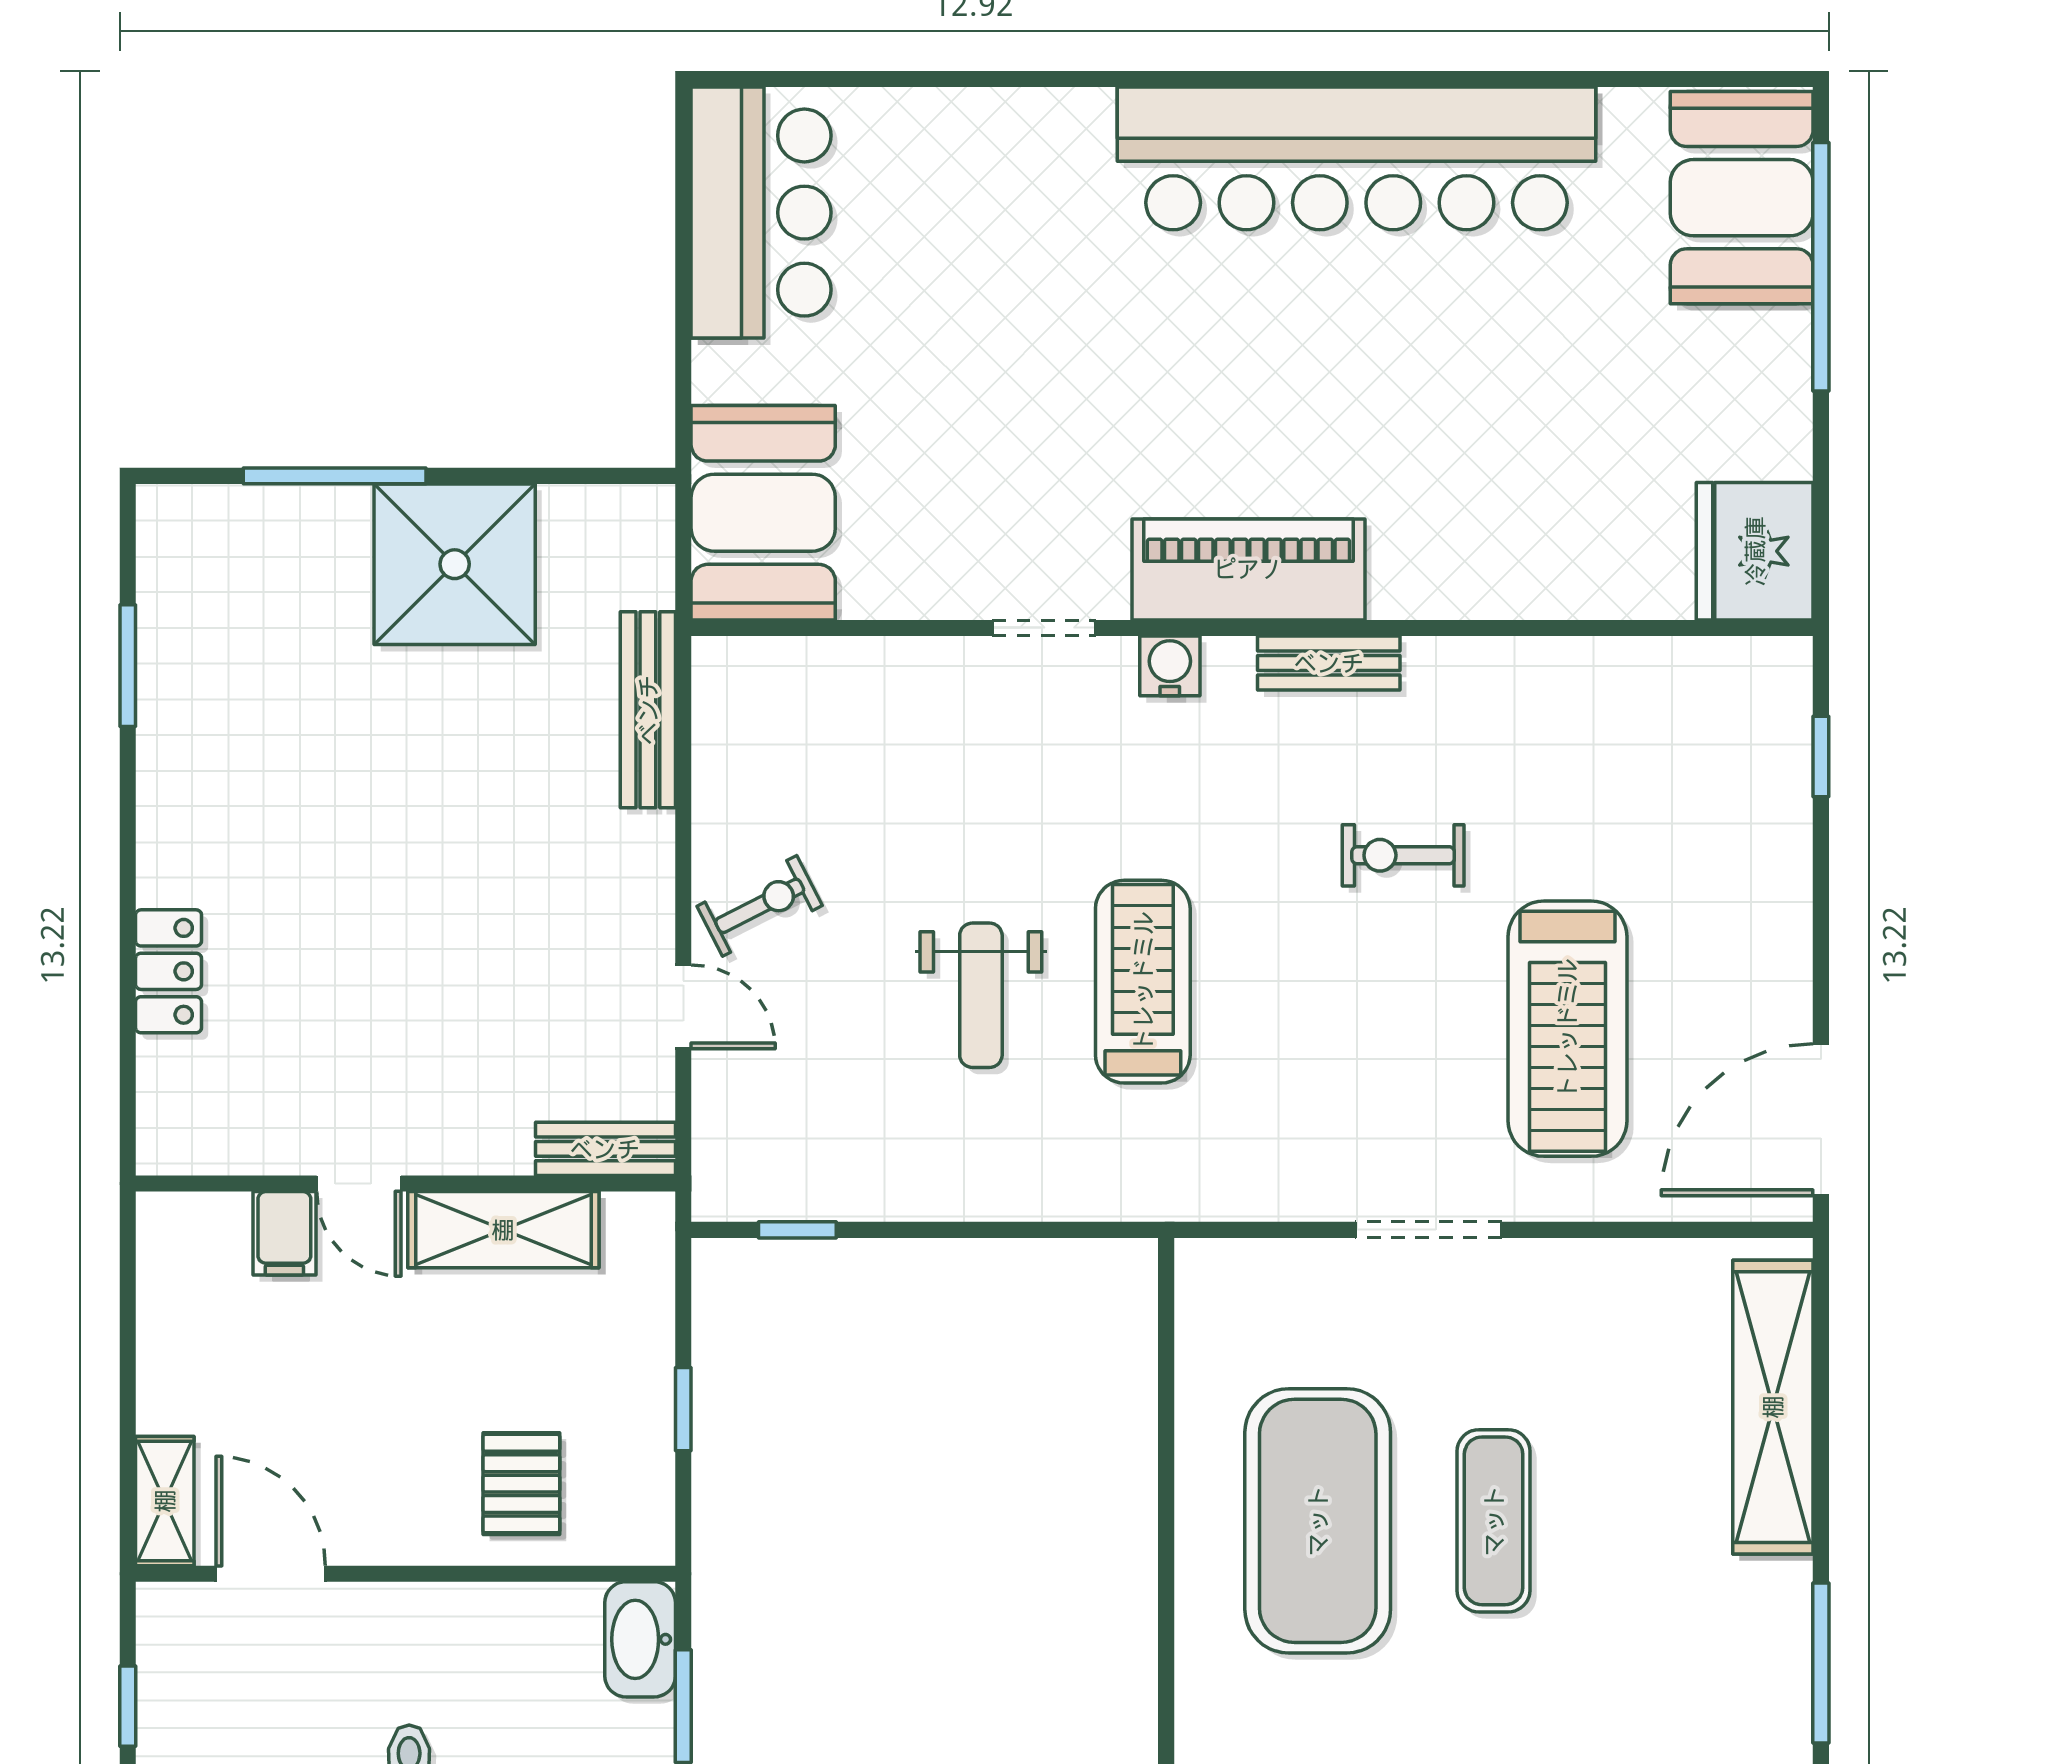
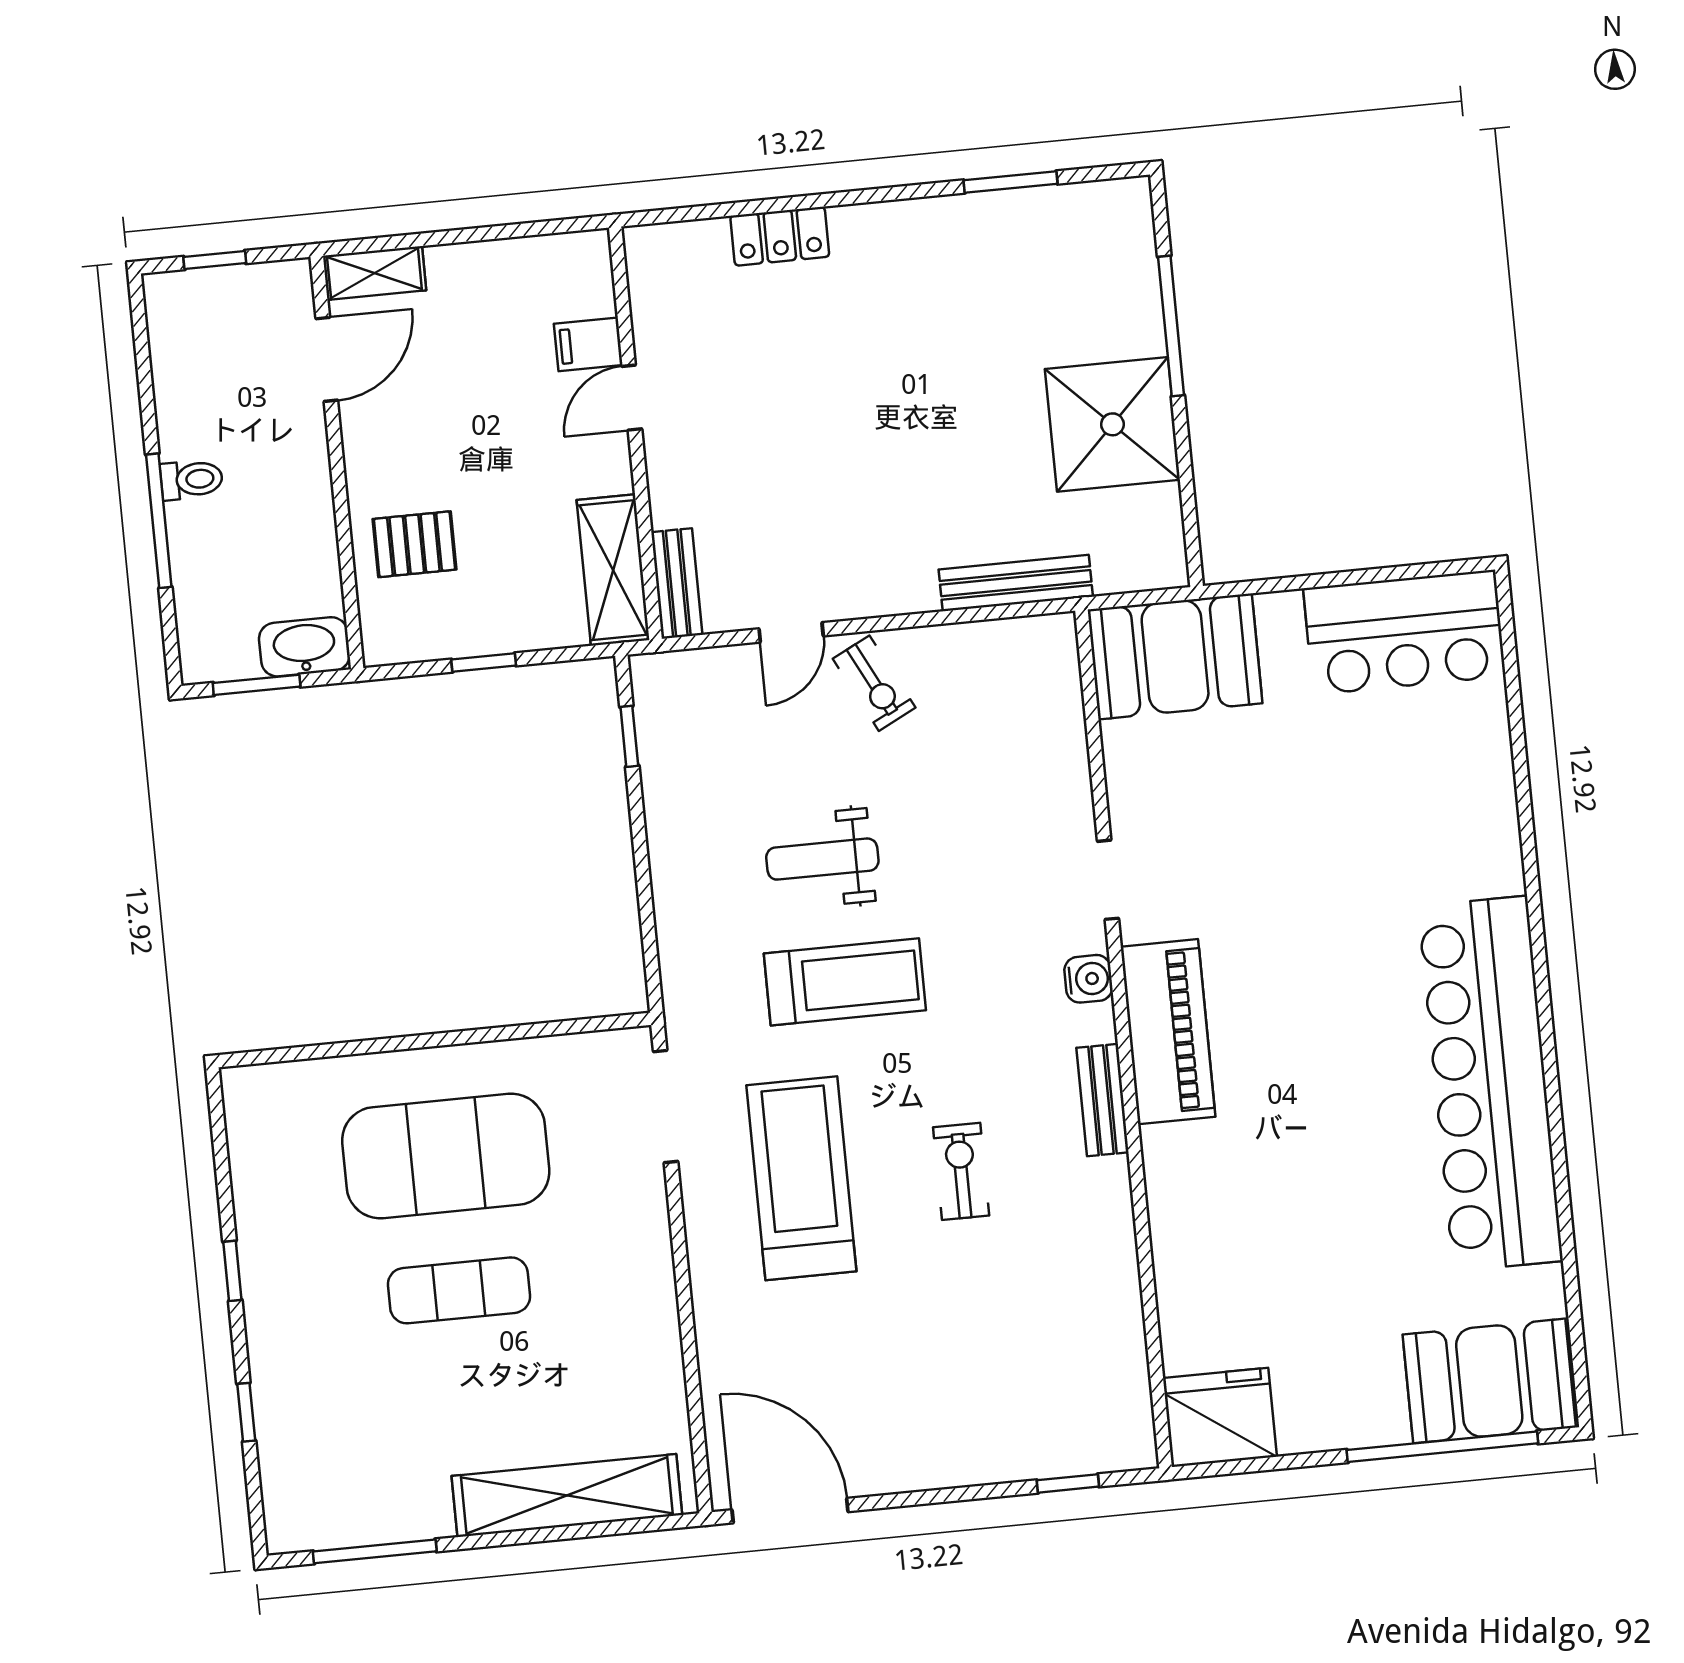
treadmill: (1567, 1029) -> (801, 1178), moved, turned 90
shelving: (503, 1230) -> (613, 570), moved
doorway: (1428, 1230) -> (666, 1107), moved

